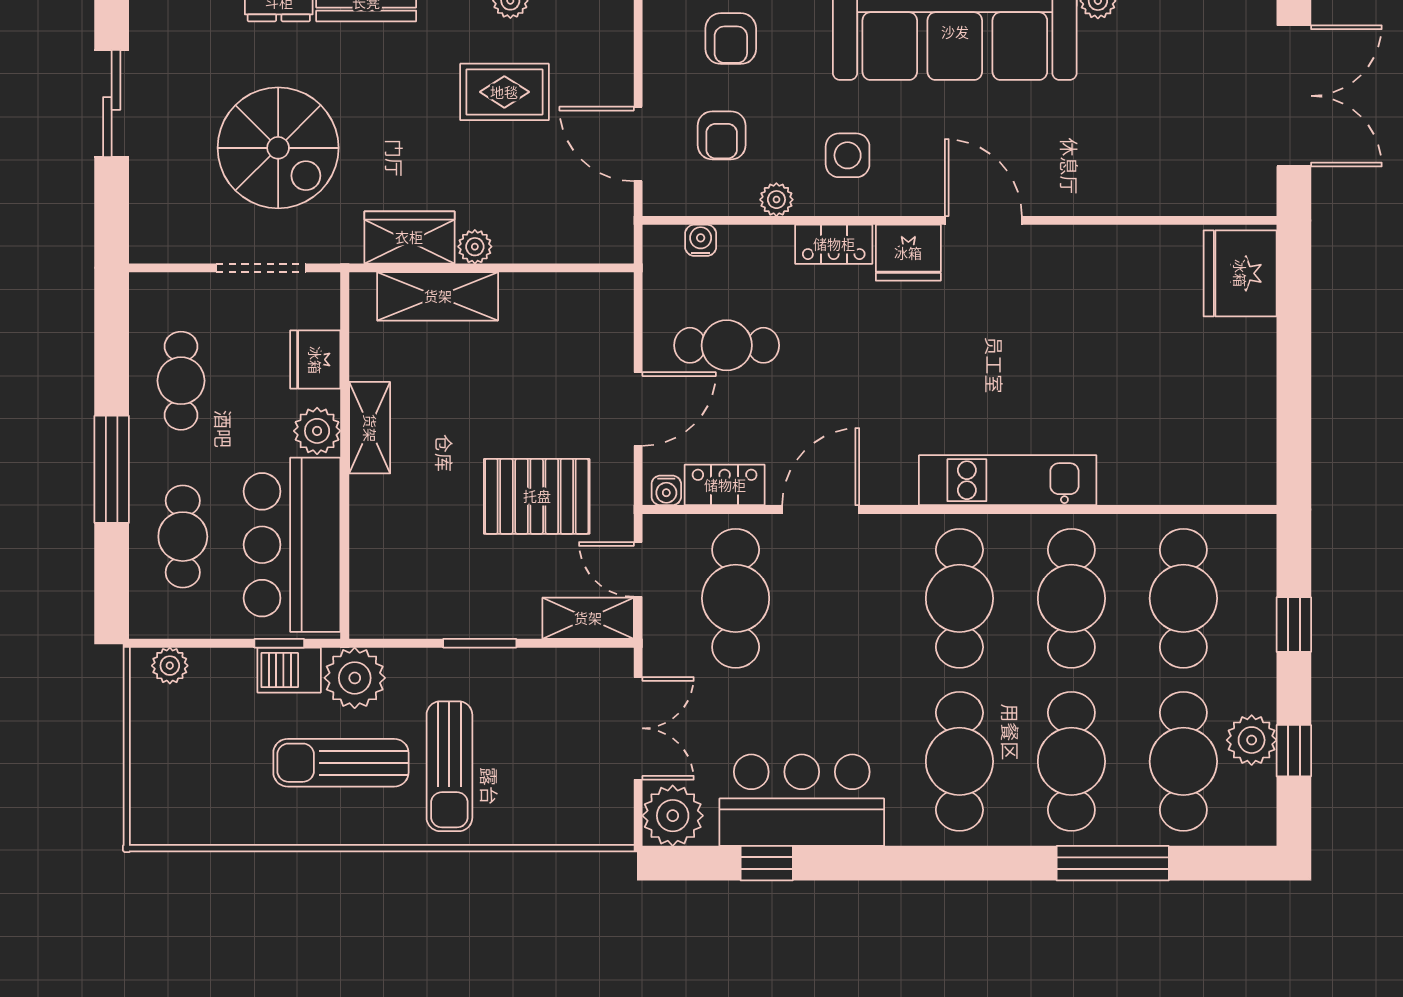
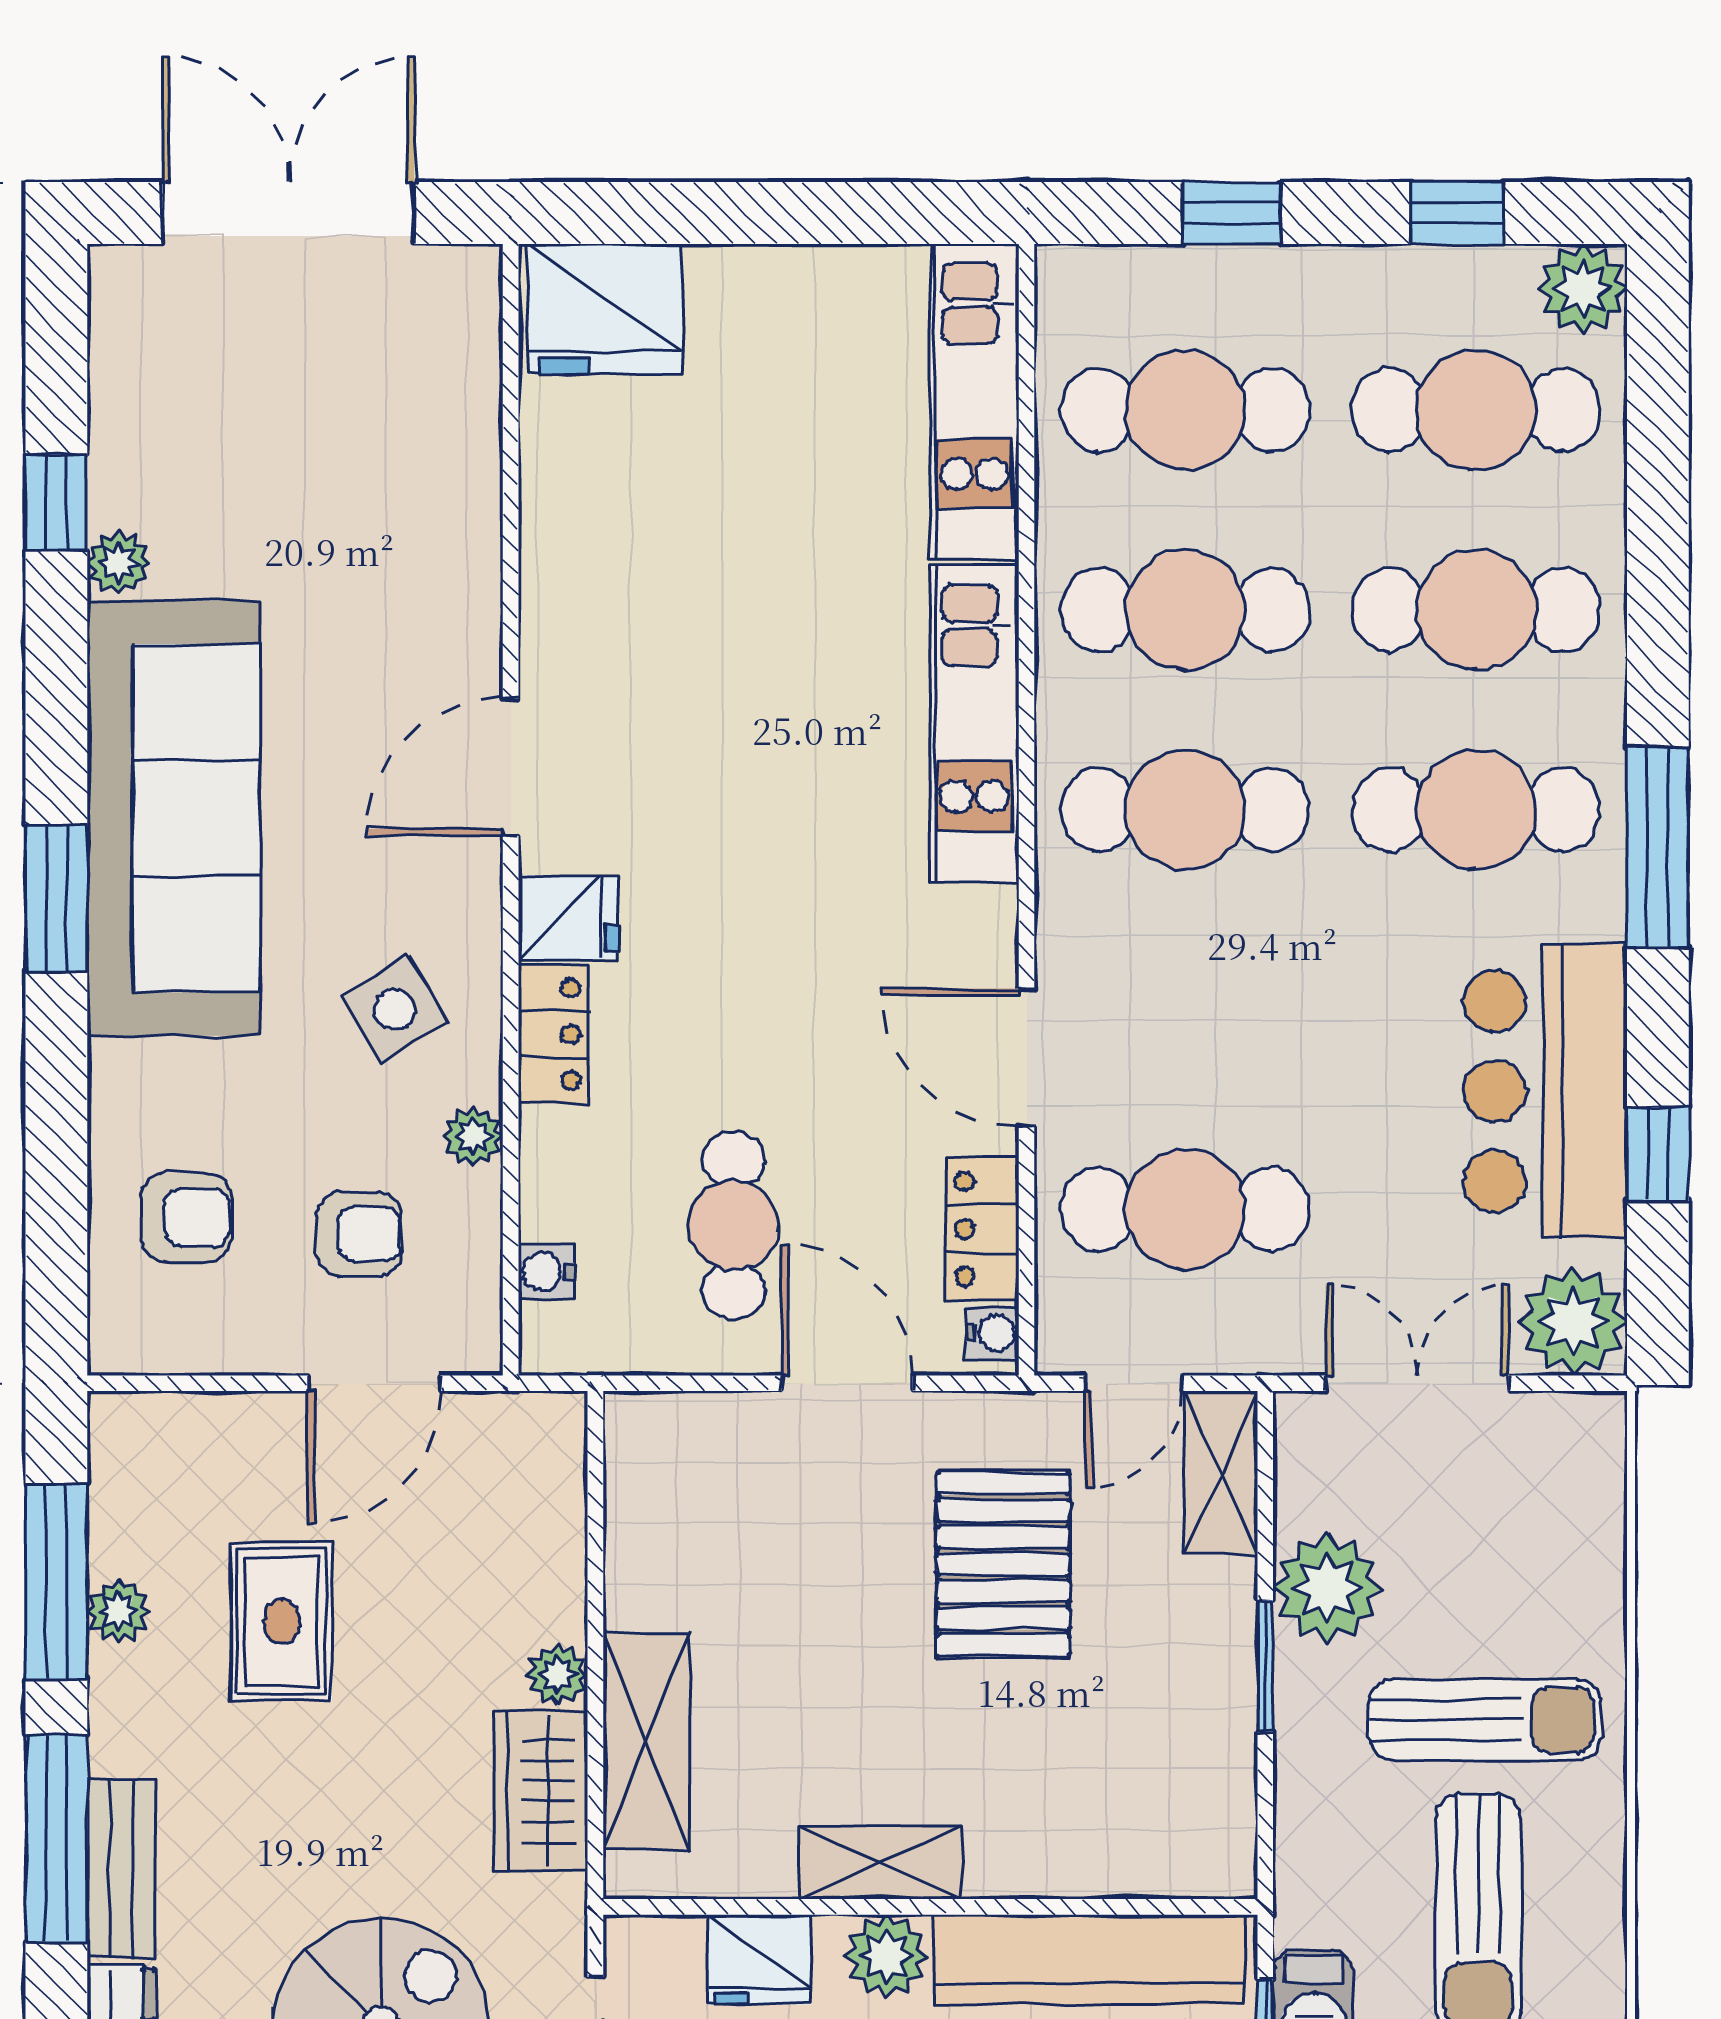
side table: (848, 155) -> (395, 1009), turned -31
fridge: (908, 253) -> (568, 917), width x0.72
kitchen unit: (1188, 480) -> (974, 402), added
plant: (355, 678) -> (1327, 1588), moved
plant: (1252, 740) -> (1582, 288), moved
window: (1113, 863) -> (1658, 847), moved

